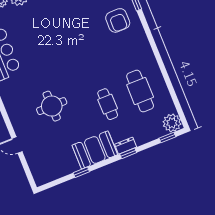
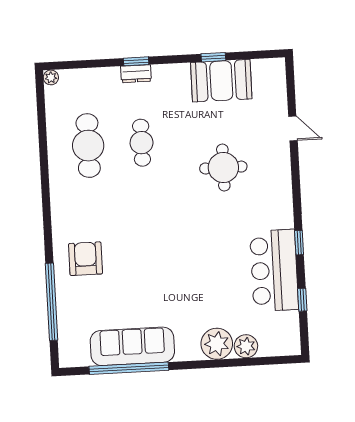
plant: (172, 123) -> (51, 77), width x0.53, depth x0.53
window: (167, 137) -> (72, 65), removed
booth: (95, 150) -> (221, 81), moved

